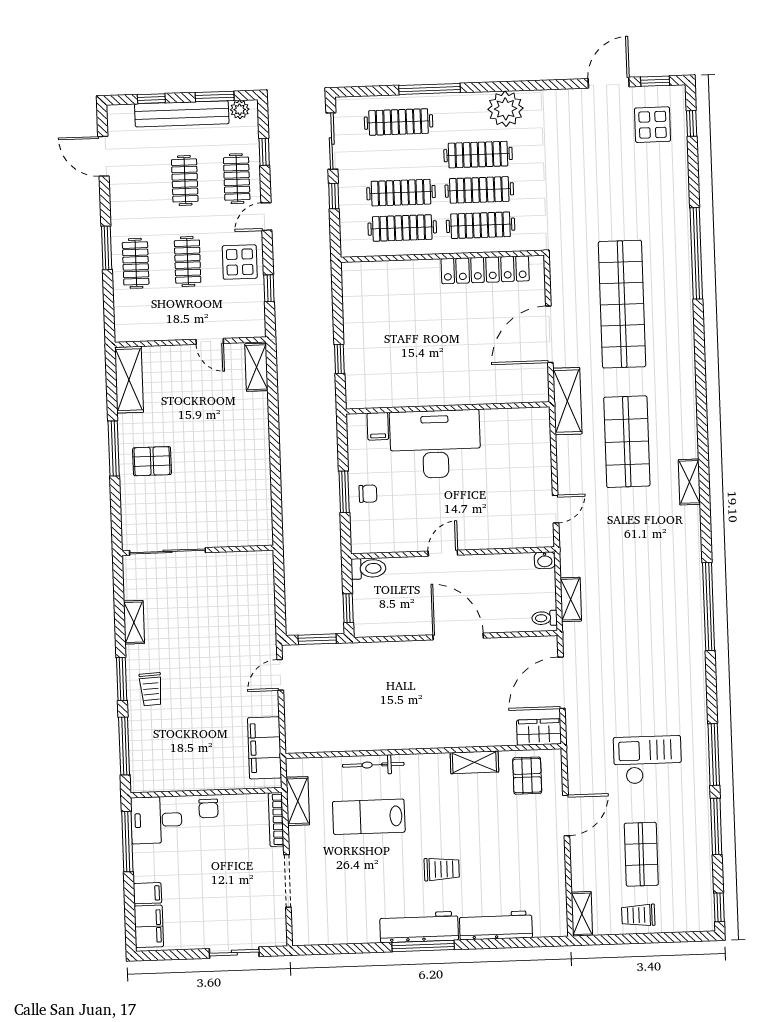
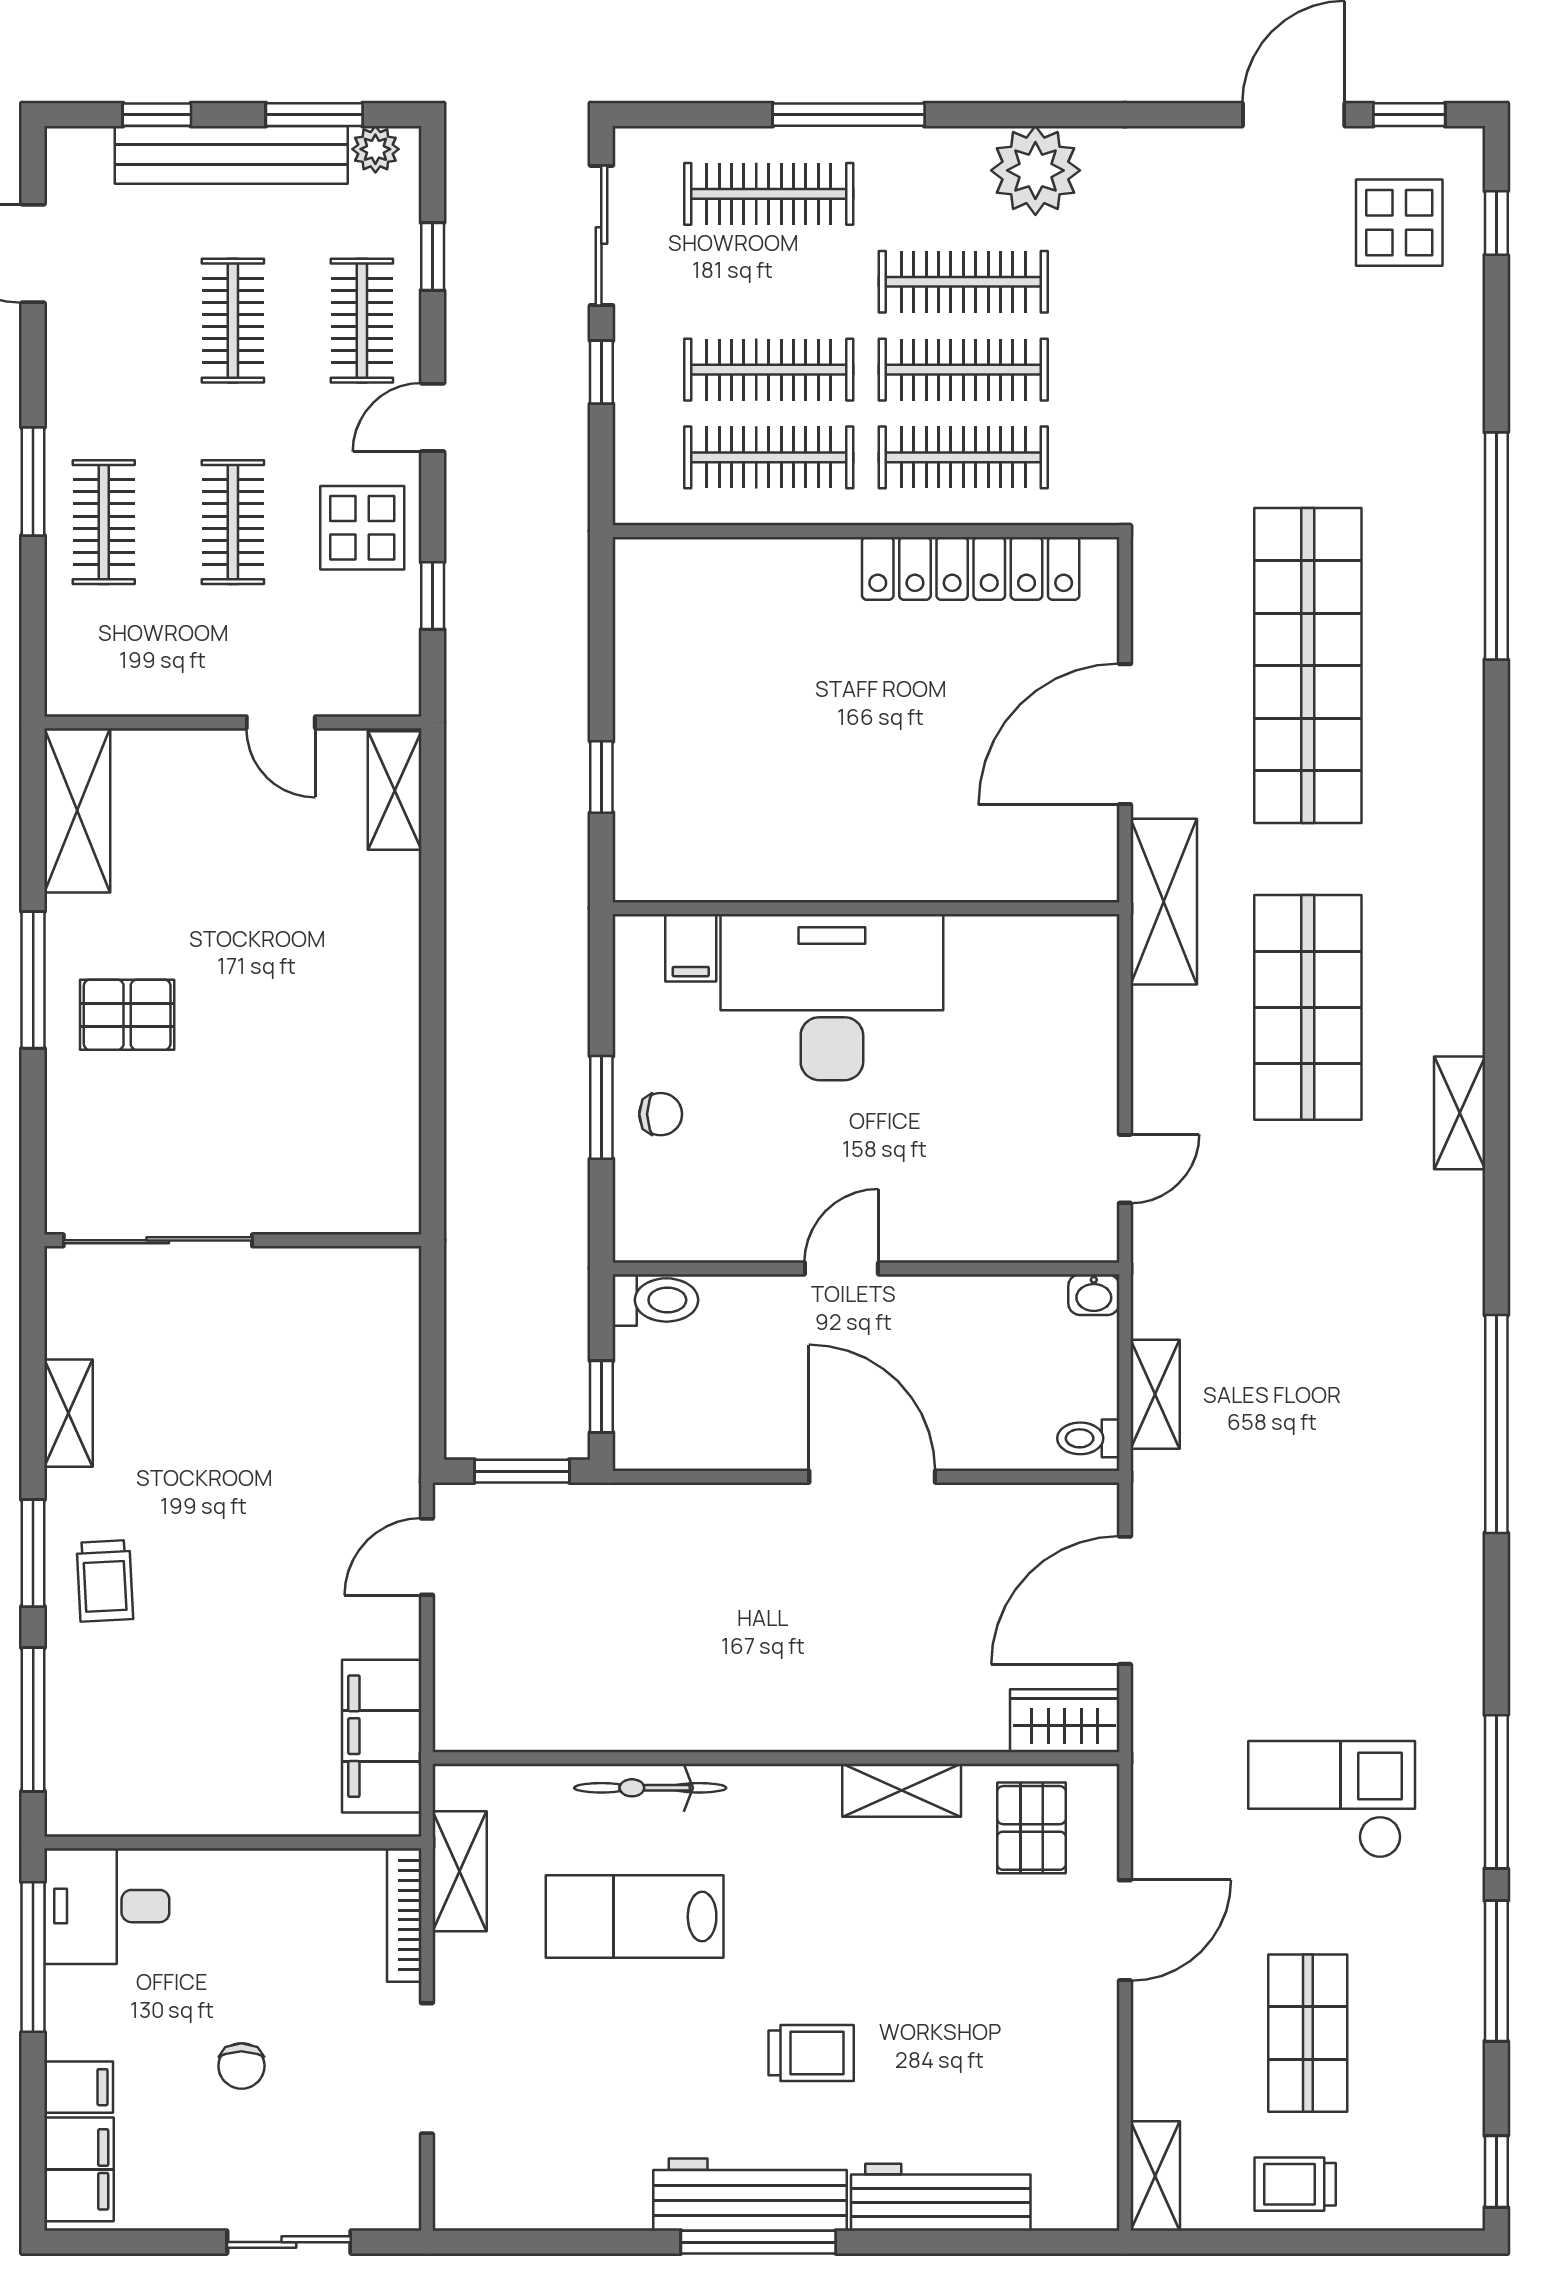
chair: (208, 808) -> (241, 2066), moved

